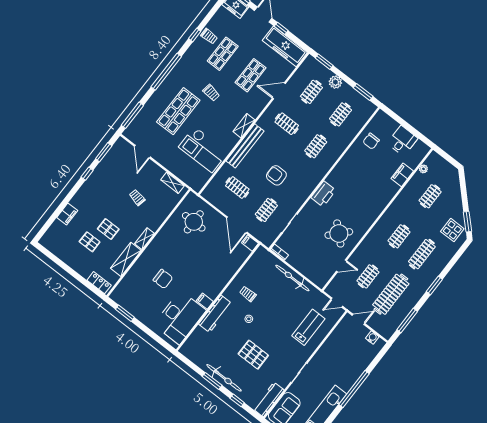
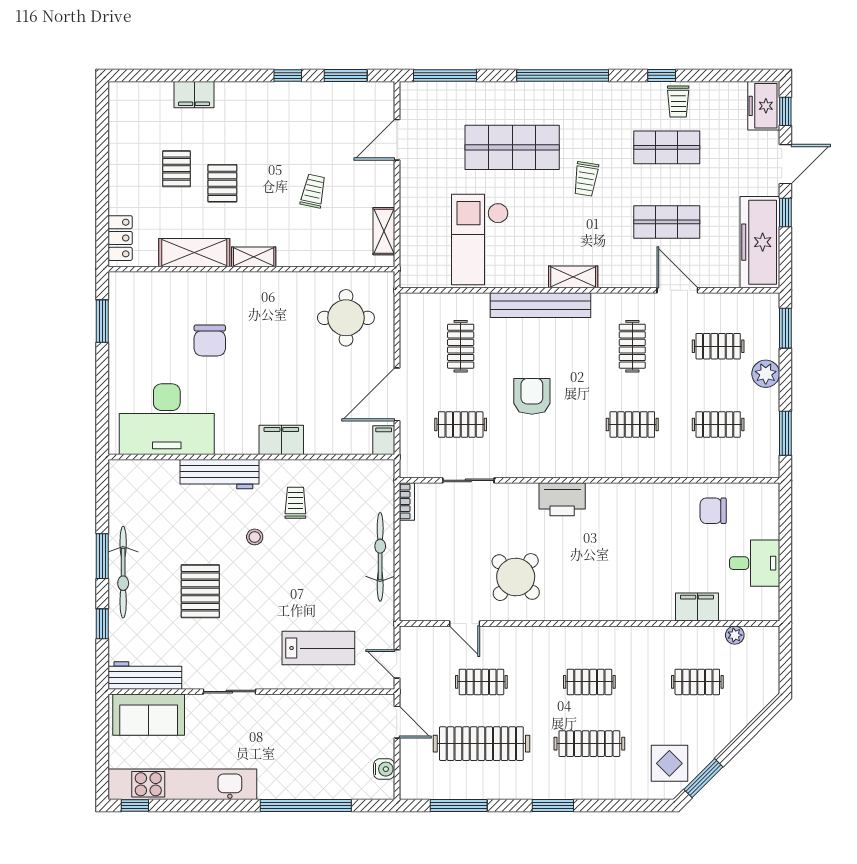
filing cabinet: (205, 301) -> (281, 440), moved, width x2.00
window: (354, 389) -> (306, 805), moved

